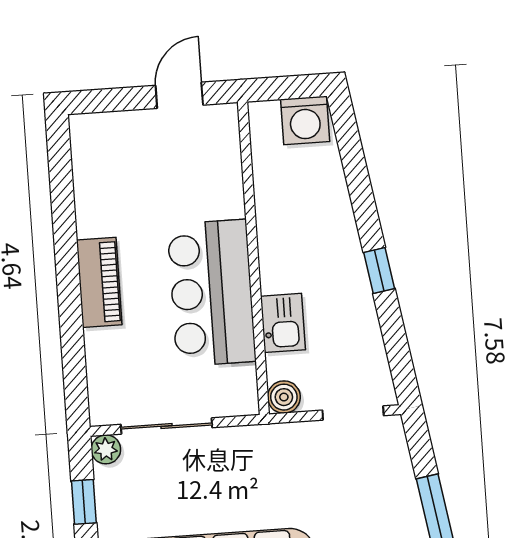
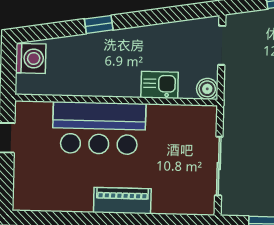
window: (379, 270) -> (99, 24), moved
bar counter: (212, 293) -> (99, 128), moved
plant: (106, 449) -> (230, 207), removed

